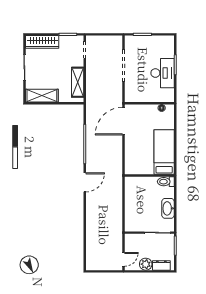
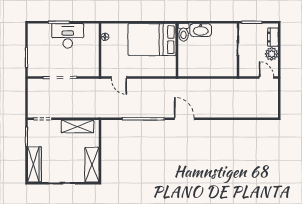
door: (124, 121) -> (119, 77), width x0.53
bed: (164, 152) -> (152, 40), width x1.50
washbasin: (168, 208) -> (201, 30), moved

